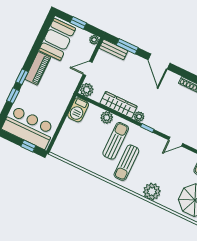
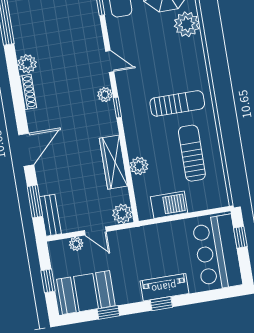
plant: (94, 40) -> (76, 244), moved
piano: (38, 68) -> (164, 287), moved
window: (13, 96) -> (108, 312), moved
barbecue: (78, 110) -> (169, 205), moved
plant: (139, 117) -> (105, 95), moved
sun lounger: (116, 141) -> (192, 153), moved, turned 90
plant: (152, 191) -> (187, 24), moved

